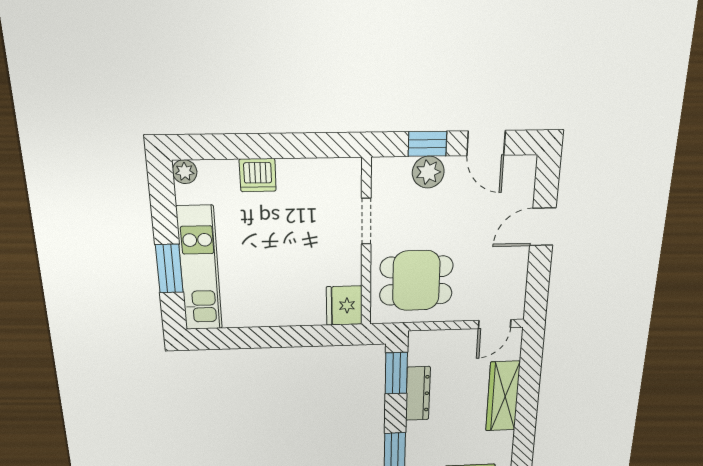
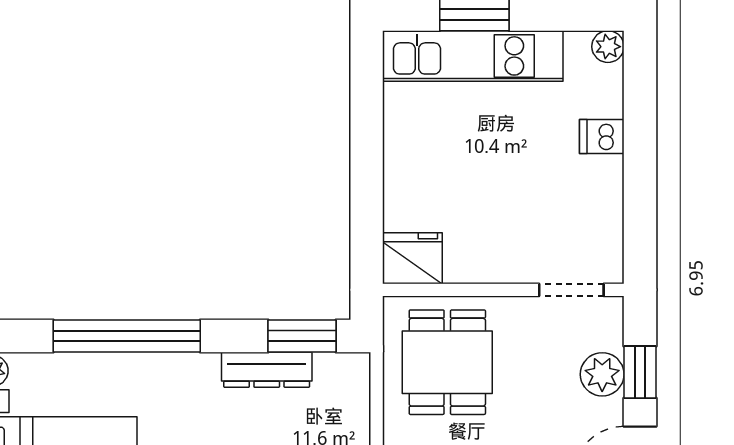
dishwasher: (258, 175) -> (602, 137), width x0.73
doorway: (366, 221) -> (571, 290), moved

